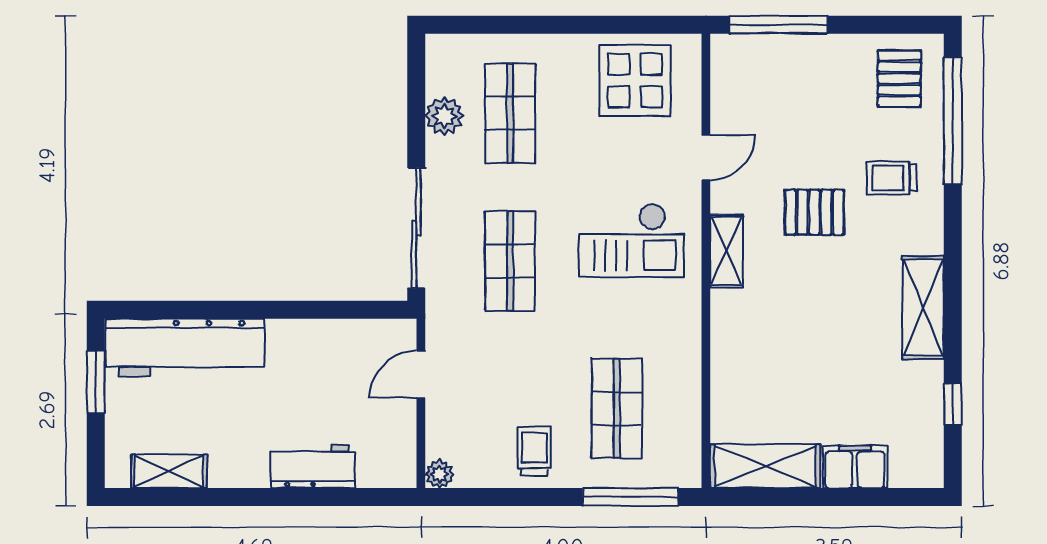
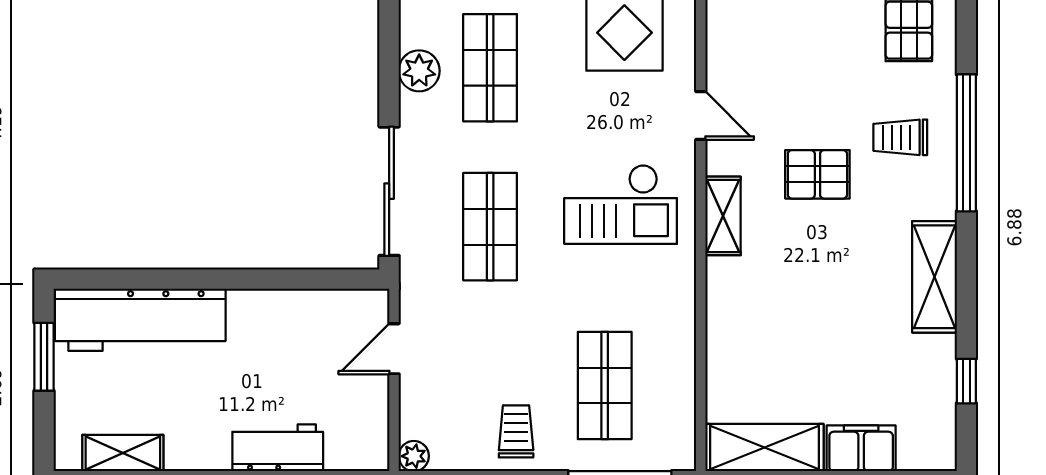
window: (953, 121) -> (966, 143), moved
door: (706, 158) -> (701, 115), hinge flipped

